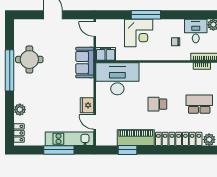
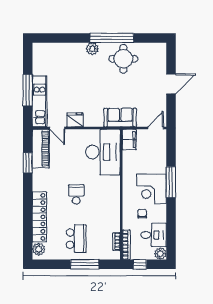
corner desk: (139, 33) -> (152, 189), moved
plant: (20, 110) -> (92, 49), moved
door: (95, 122) -> (57, 128), swing flipped
locker: (19, 133) -> (46, 48), removed
piano: (136, 138) -> (41, 149), moved

